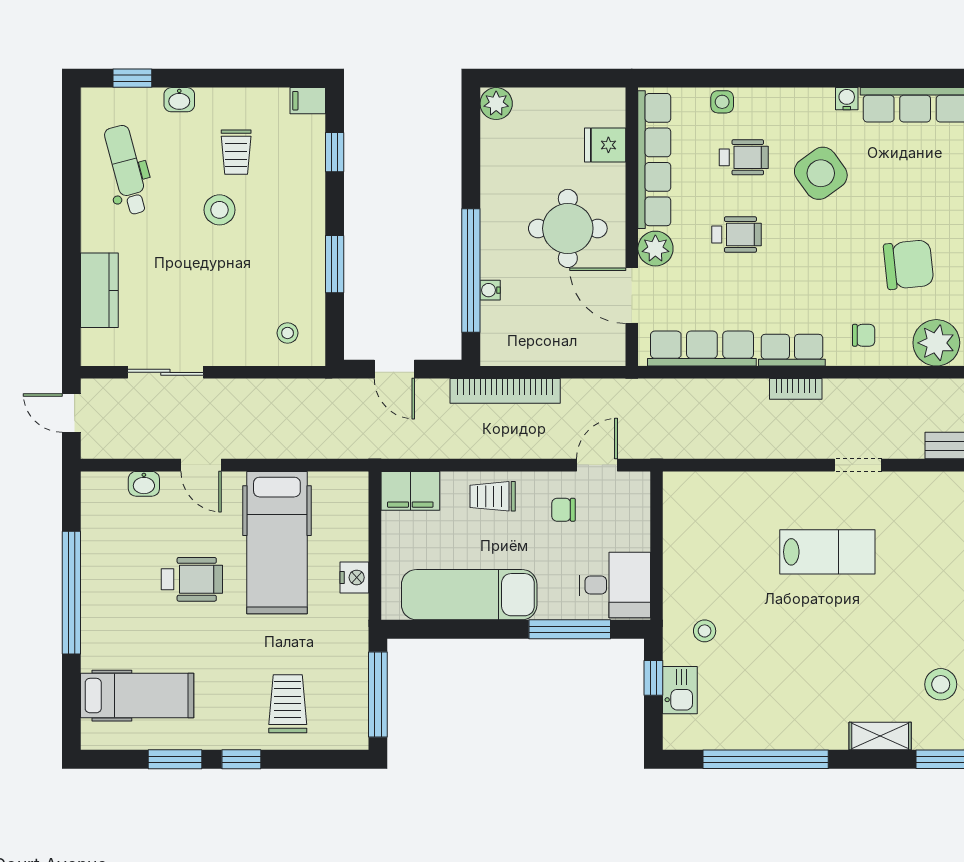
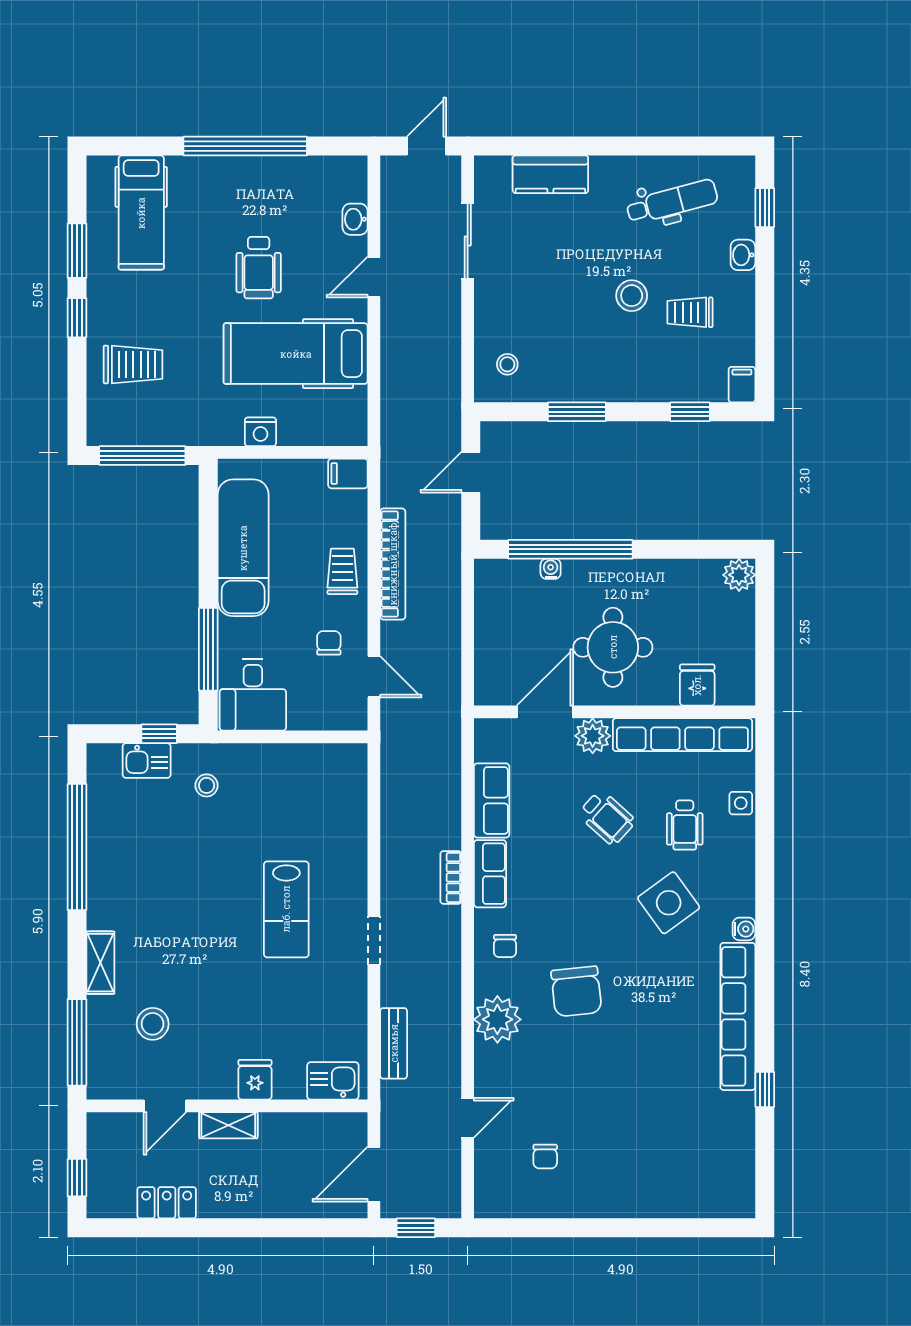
wheelchair: (737, 235) -> (607, 818), turned -48
row of seats: (702, 349) -> (492, 800), width x0.68
bookcase: (505, 391) -> (393, 564), moved, turned 180
filing cabinet: (410, 491) -> (348, 473), width x0.50

